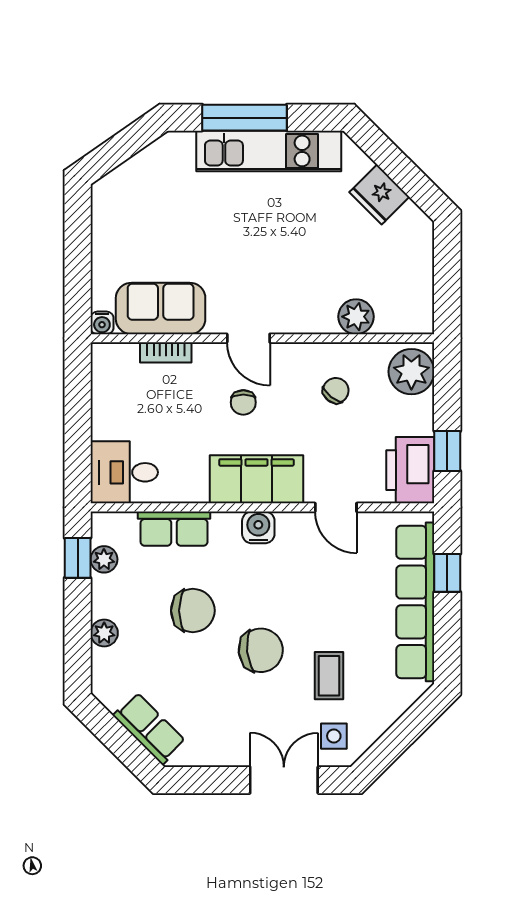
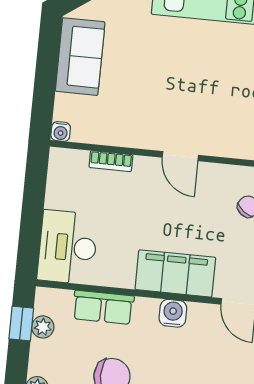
sofa: (161, 308) -> (80, 57), moved, turned 90
chair: (243, 402) -> (171, 209), removed
desk: (124, 472) -> (68, 247), width x1.37

